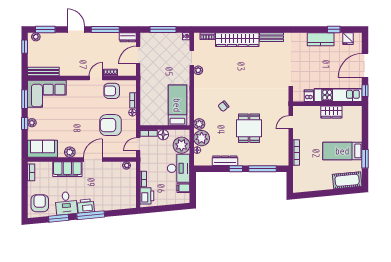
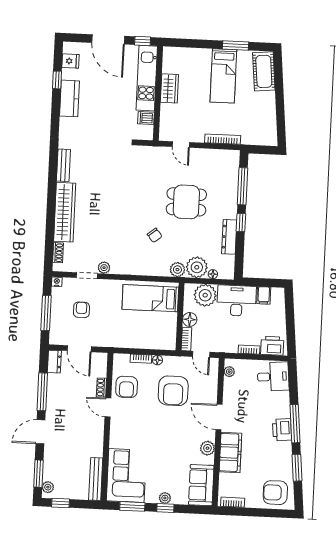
armchair: (167, 55) -> (81, 310), added
desk: (66, 203) -> (273, 377), moved

